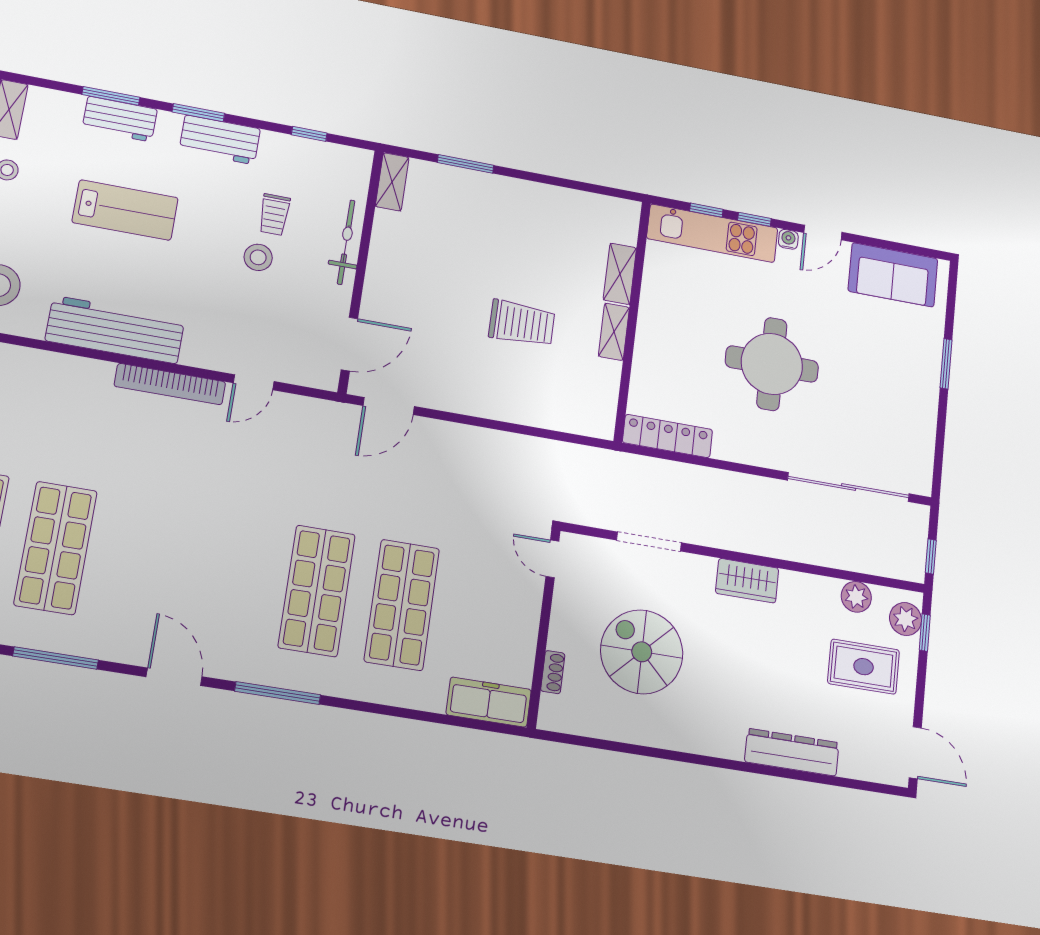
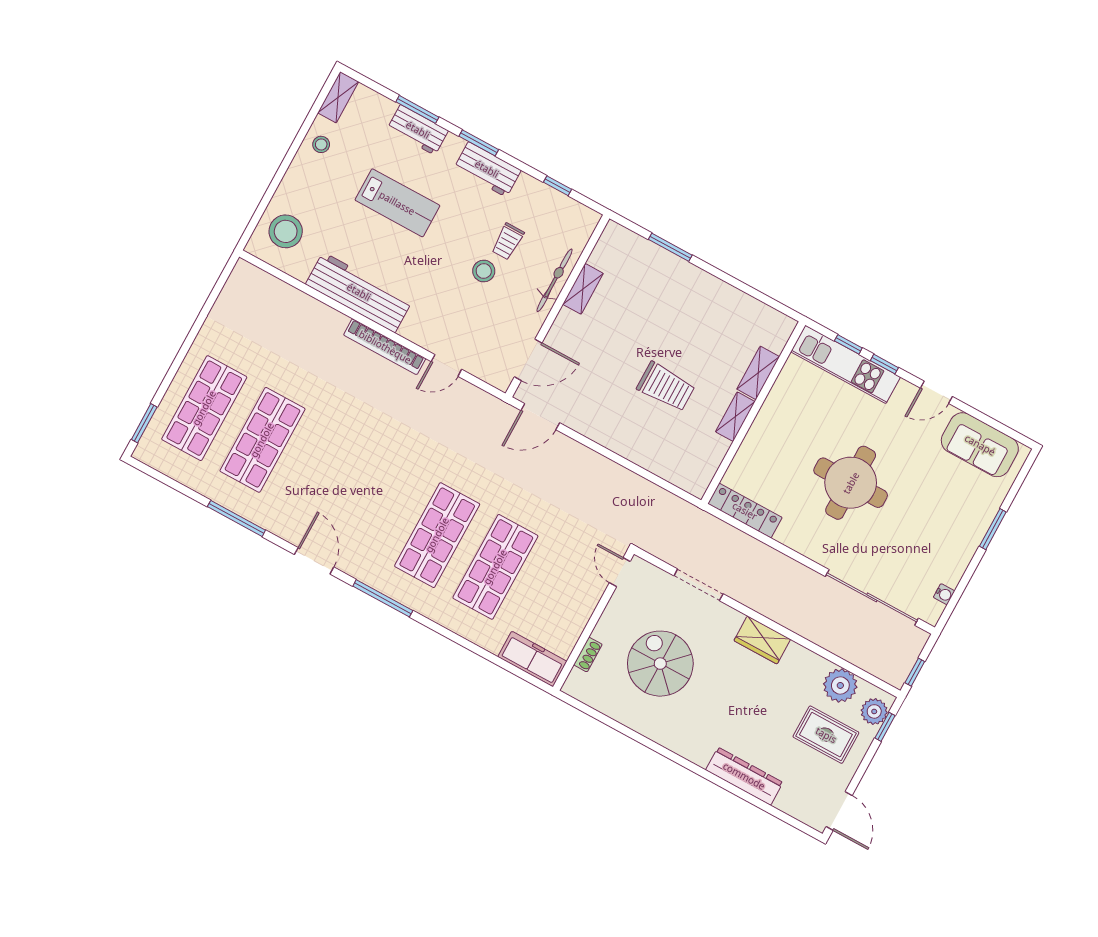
shelving: (392, 182) -> (583, 289), moved
water cooler: (788, 239) -> (944, 594), moved, turned 90
plant: (856, 597) -> (840, 685), width x1.36, depth x1.36

